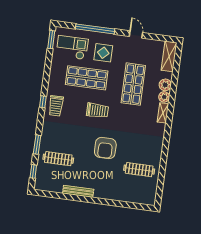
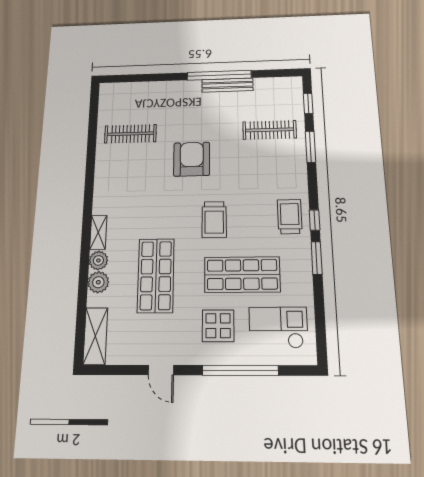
window: (51, 40) -> (317, 258), moved
checkout: (72, 48) -> (278, 327), turned 180
trolley: (97, 110) -> (214, 220), turned -90
window: (82, 199) -> (219, 75), added

